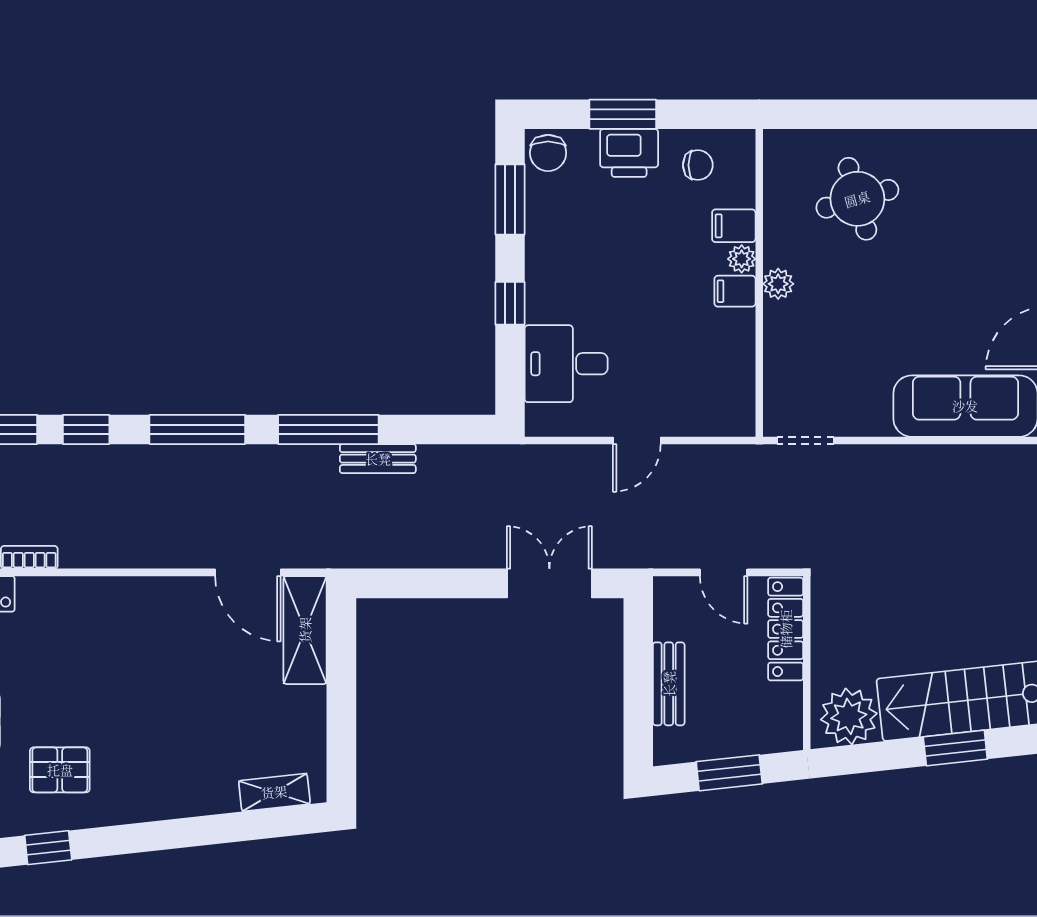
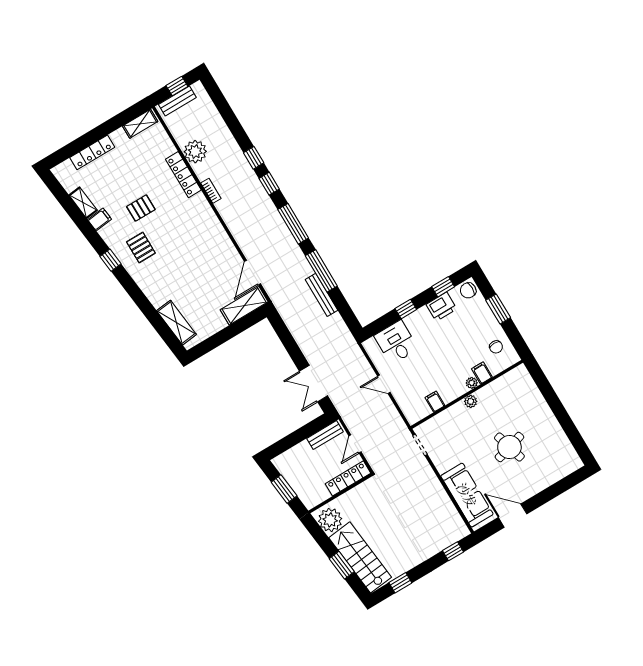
printer: (629, 153) -> (441, 307), moved, turned -90
window: (510, 199) -> (443, 287), width x0.67
round table: (857, 199) -> (509, 447), moved
filing cabinet: (735, 291) -> (435, 402), moved
bench: (378, 459) -> (321, 295), width x1.36
double door: (549, 583) -> (314, 384), swing flipped
bench: (669, 684) -> (325, 435), moved
shelving: (274, 792) -> (176, 323), width x1.50, depth x1.33

